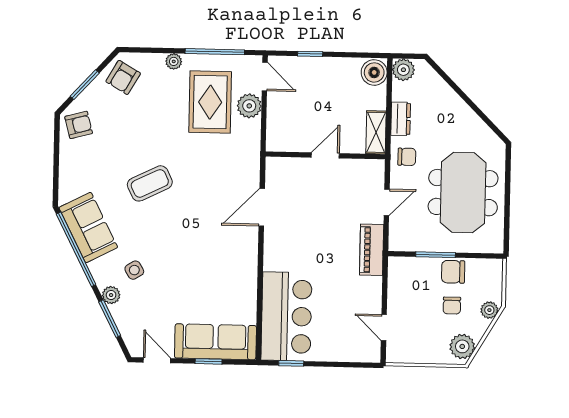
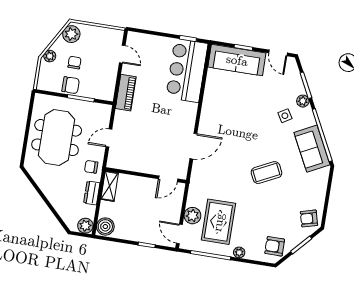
armchair: (123, 77) -> (275, 246), turned -120
door: (325, 155) -> (168, 179), moved
piano: (372, 250) -> (126, 93), moved

